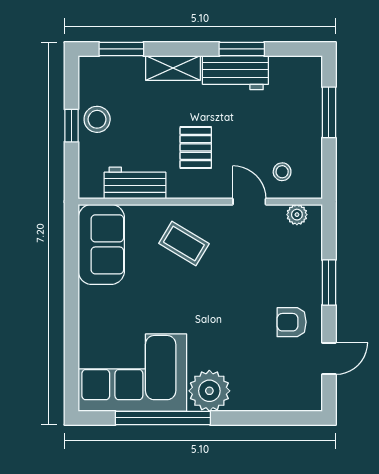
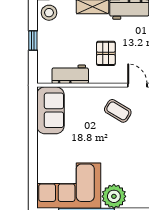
stool: (97, 119) -> (49, 13), moved
coffee table: (184, 243) -> (118, 111), moved

